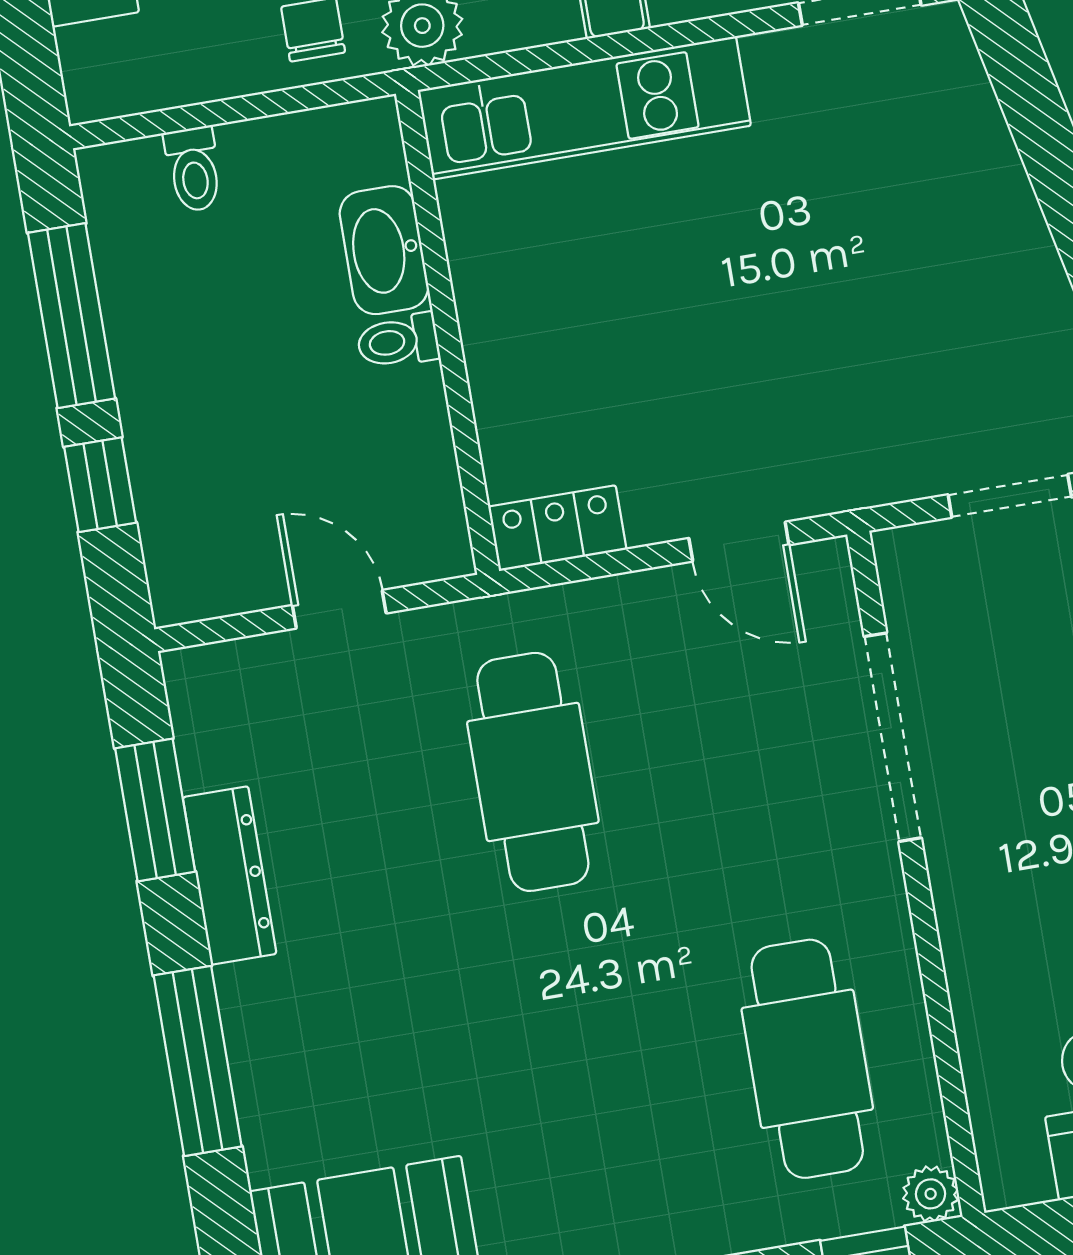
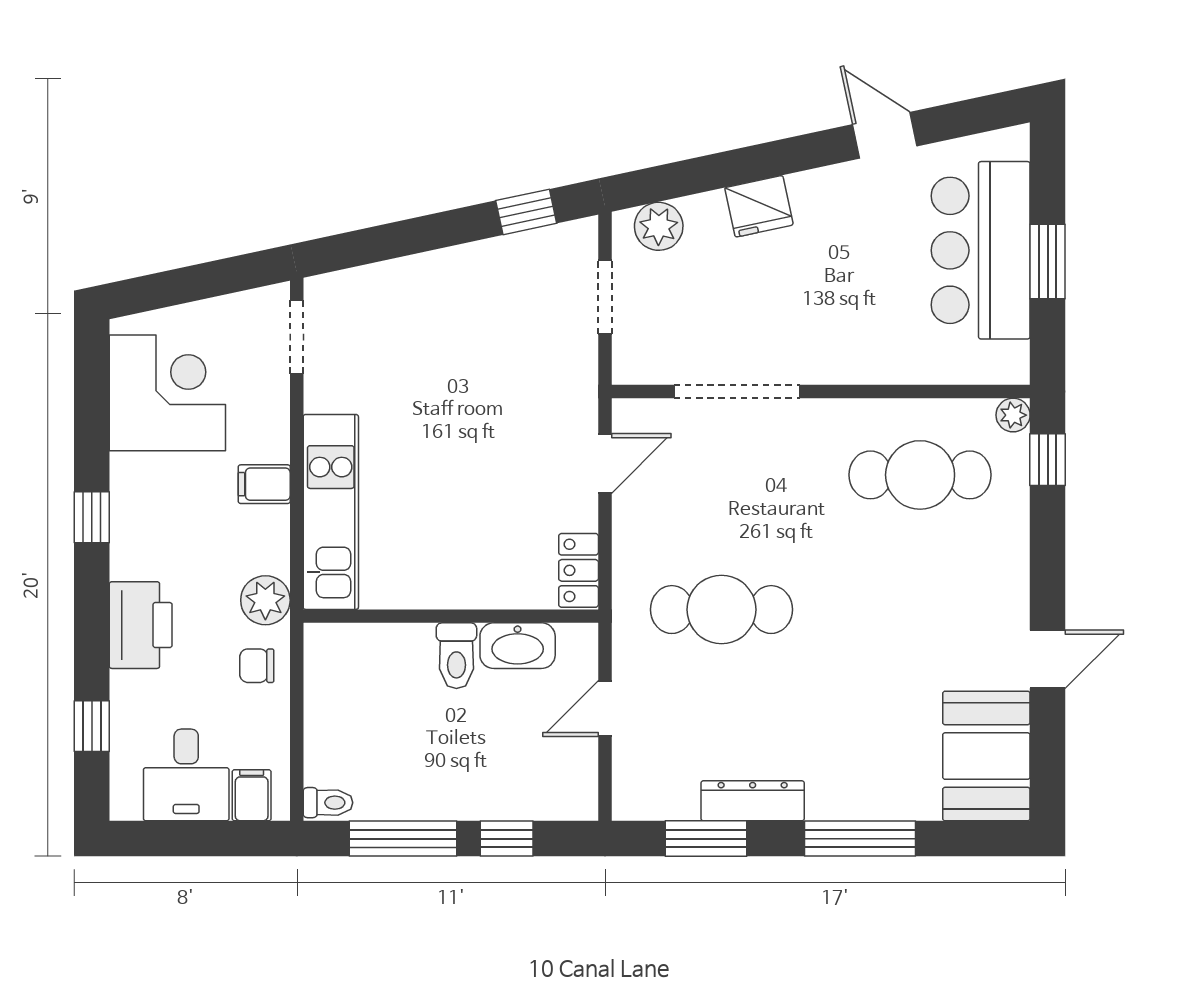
filing cabinet: (100, 57) -> (252, 795), added
toilet: (194, 169) -> (328, 803), moved
washbasin: (384, 250) -> (518, 646), moved
toilet: (398, 341) -> (456, 656), width x1.37, depth x1.39

